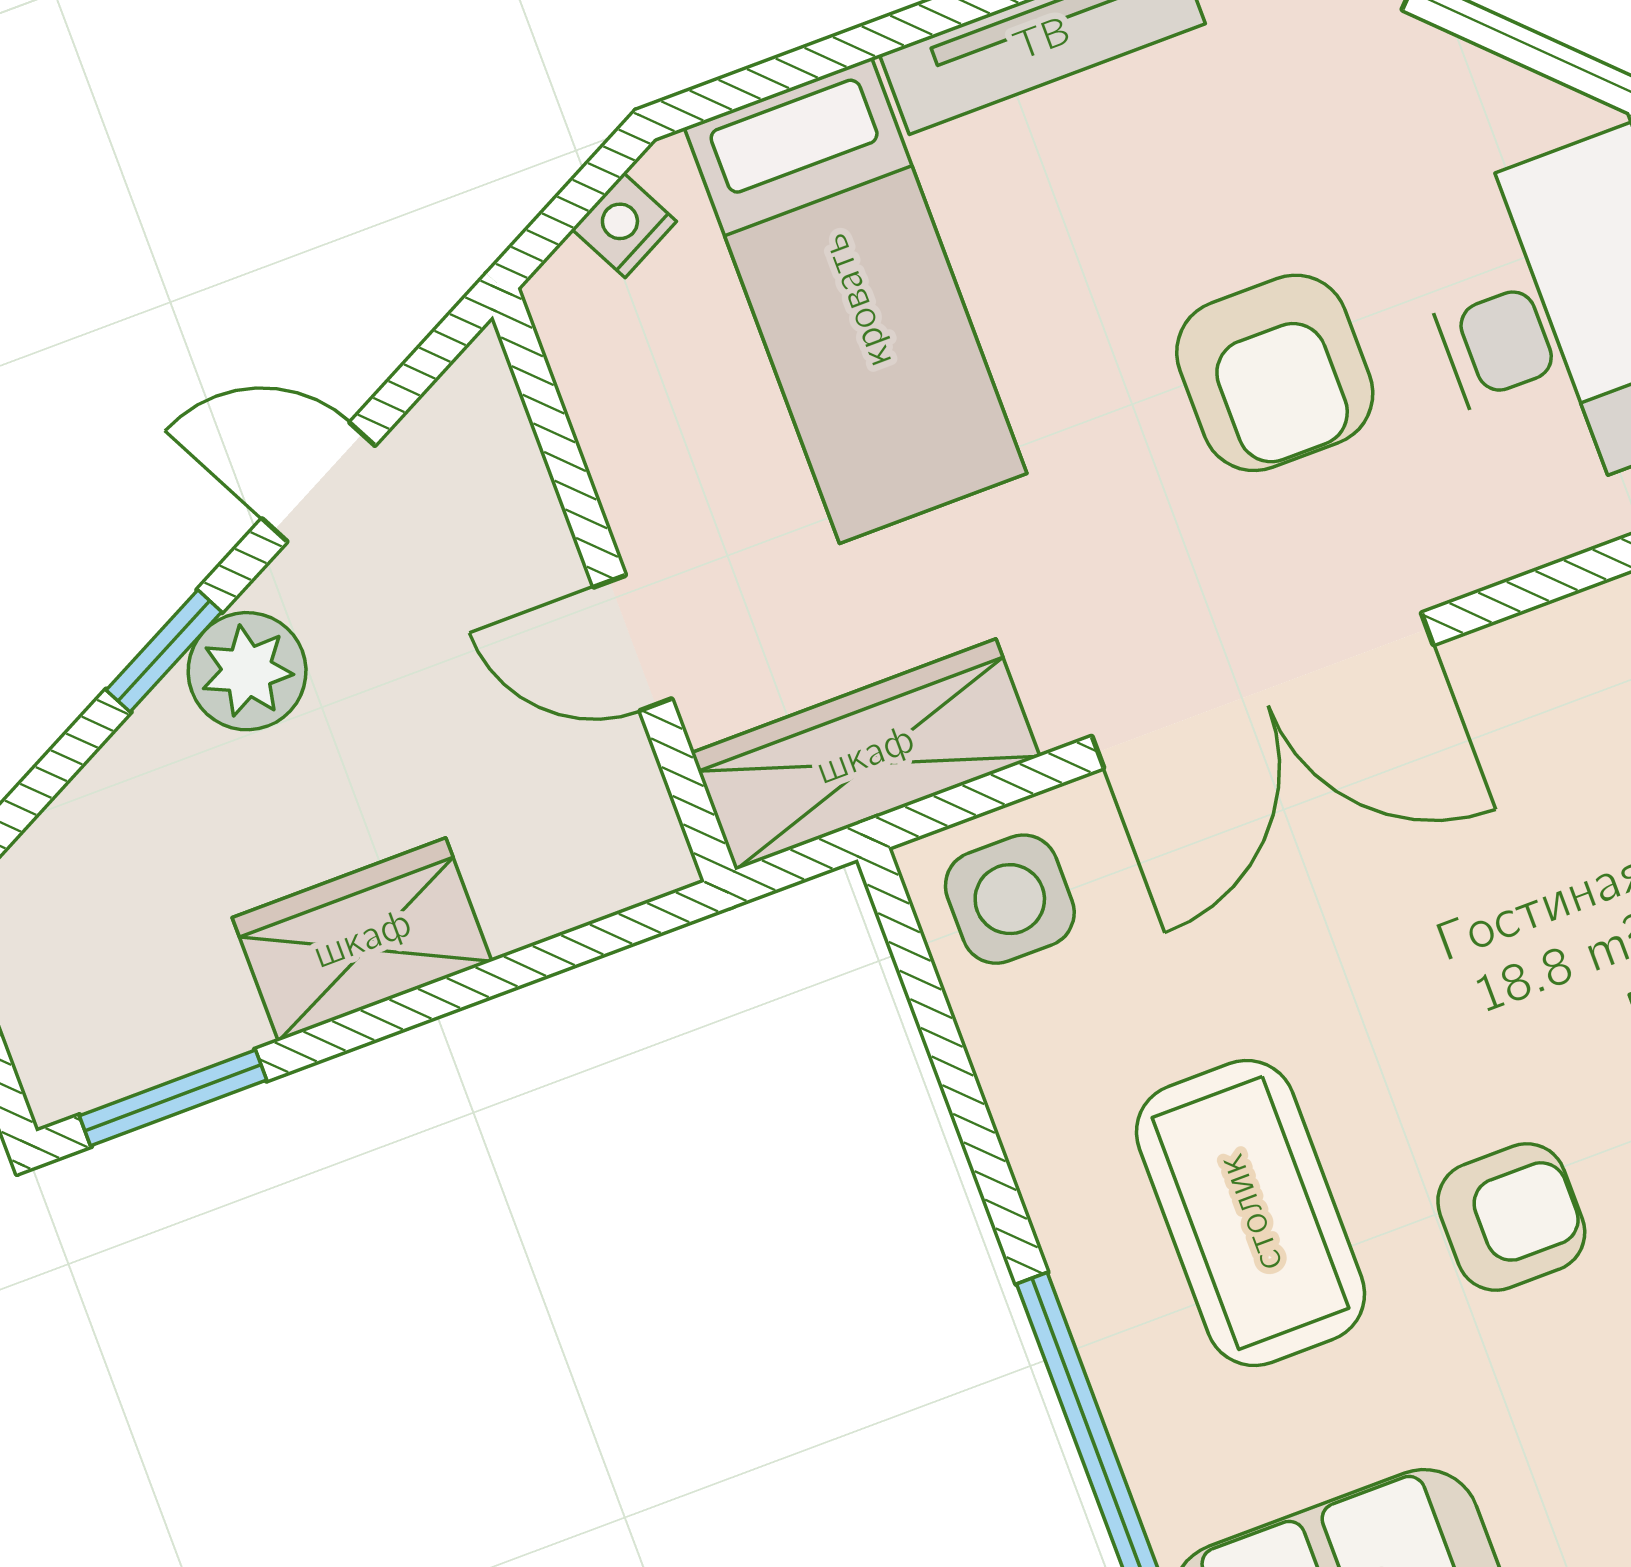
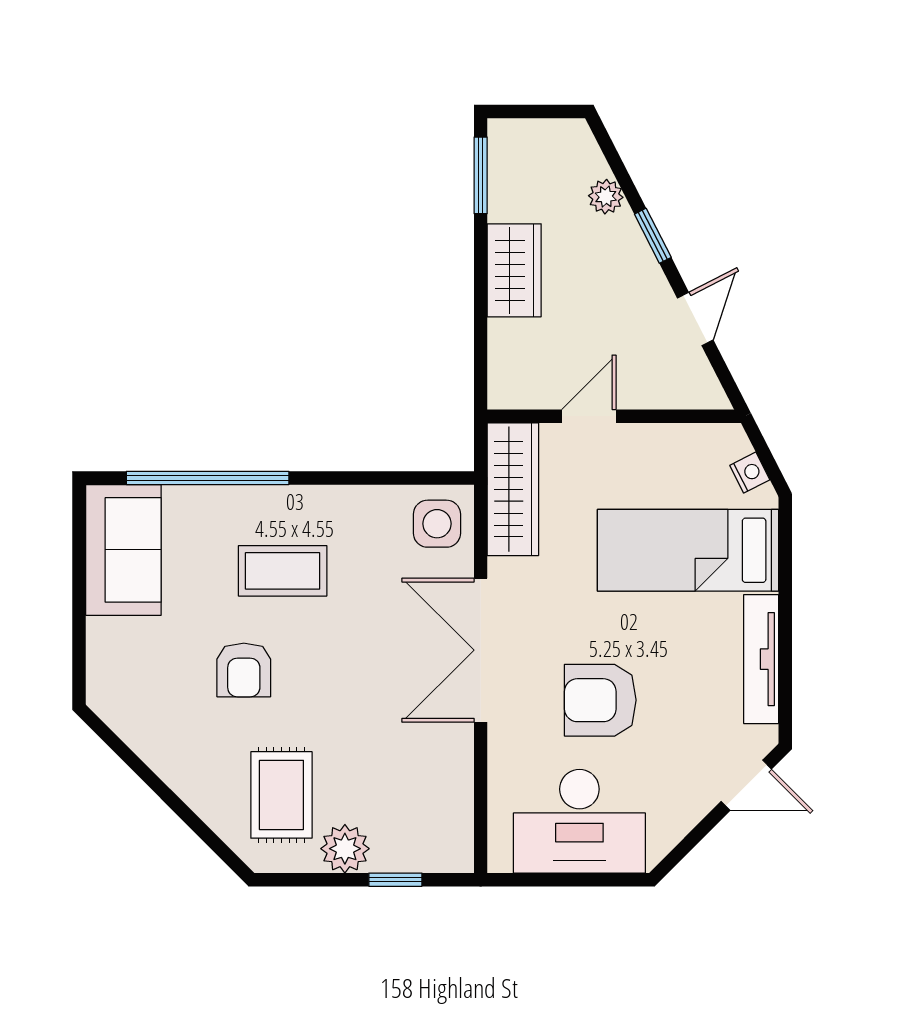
plant: (247, 671) -> (606, 197), moved, width x0.73, depth x0.73
coffee table: (1250, 1213) -> (283, 571), width x0.73, depth x0.76

